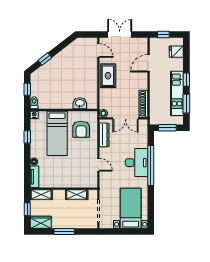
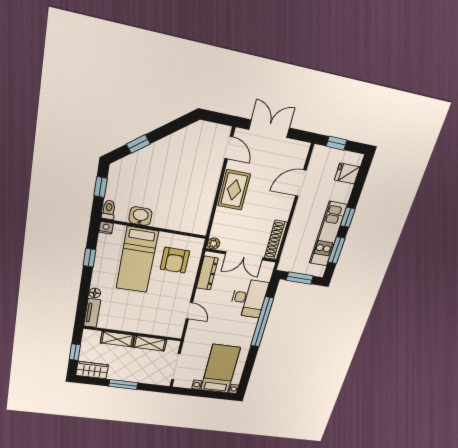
washbasin: (80, 103) -> (140, 216), moved
desk: (137, 163) -> (249, 298), moved
shelving: (41, 194) -> (117, 339), moved

